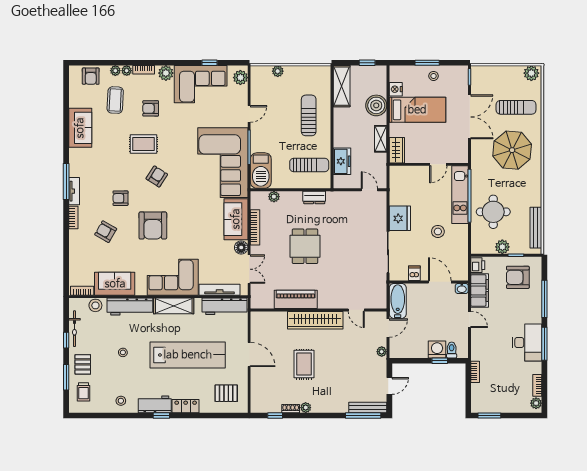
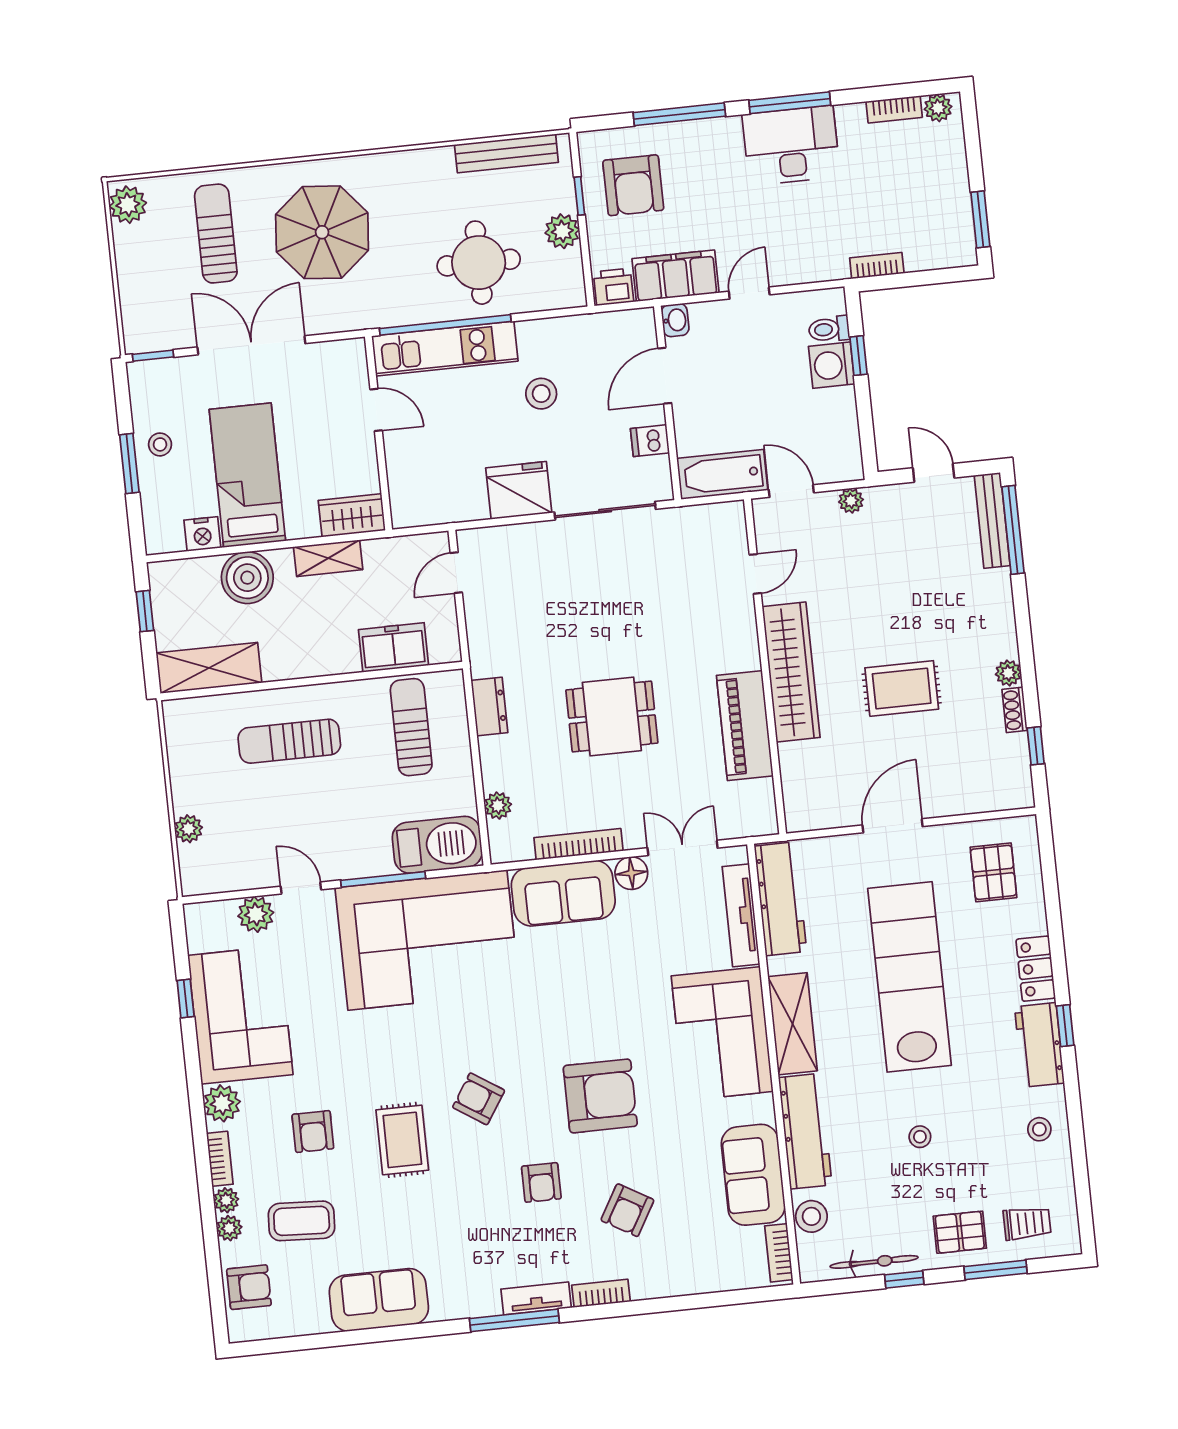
plant: (240, 78) -> (256, 914), moved

